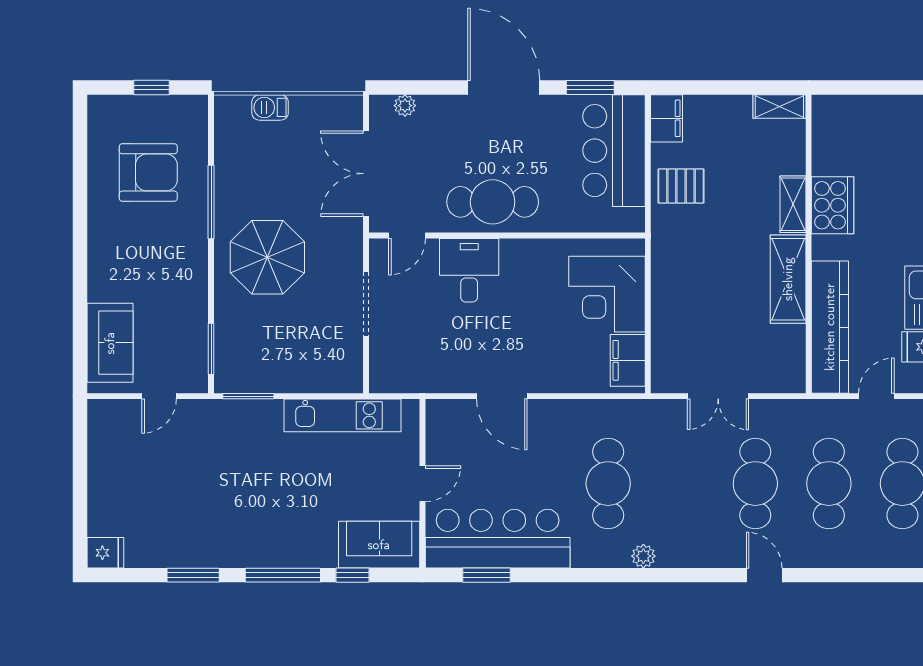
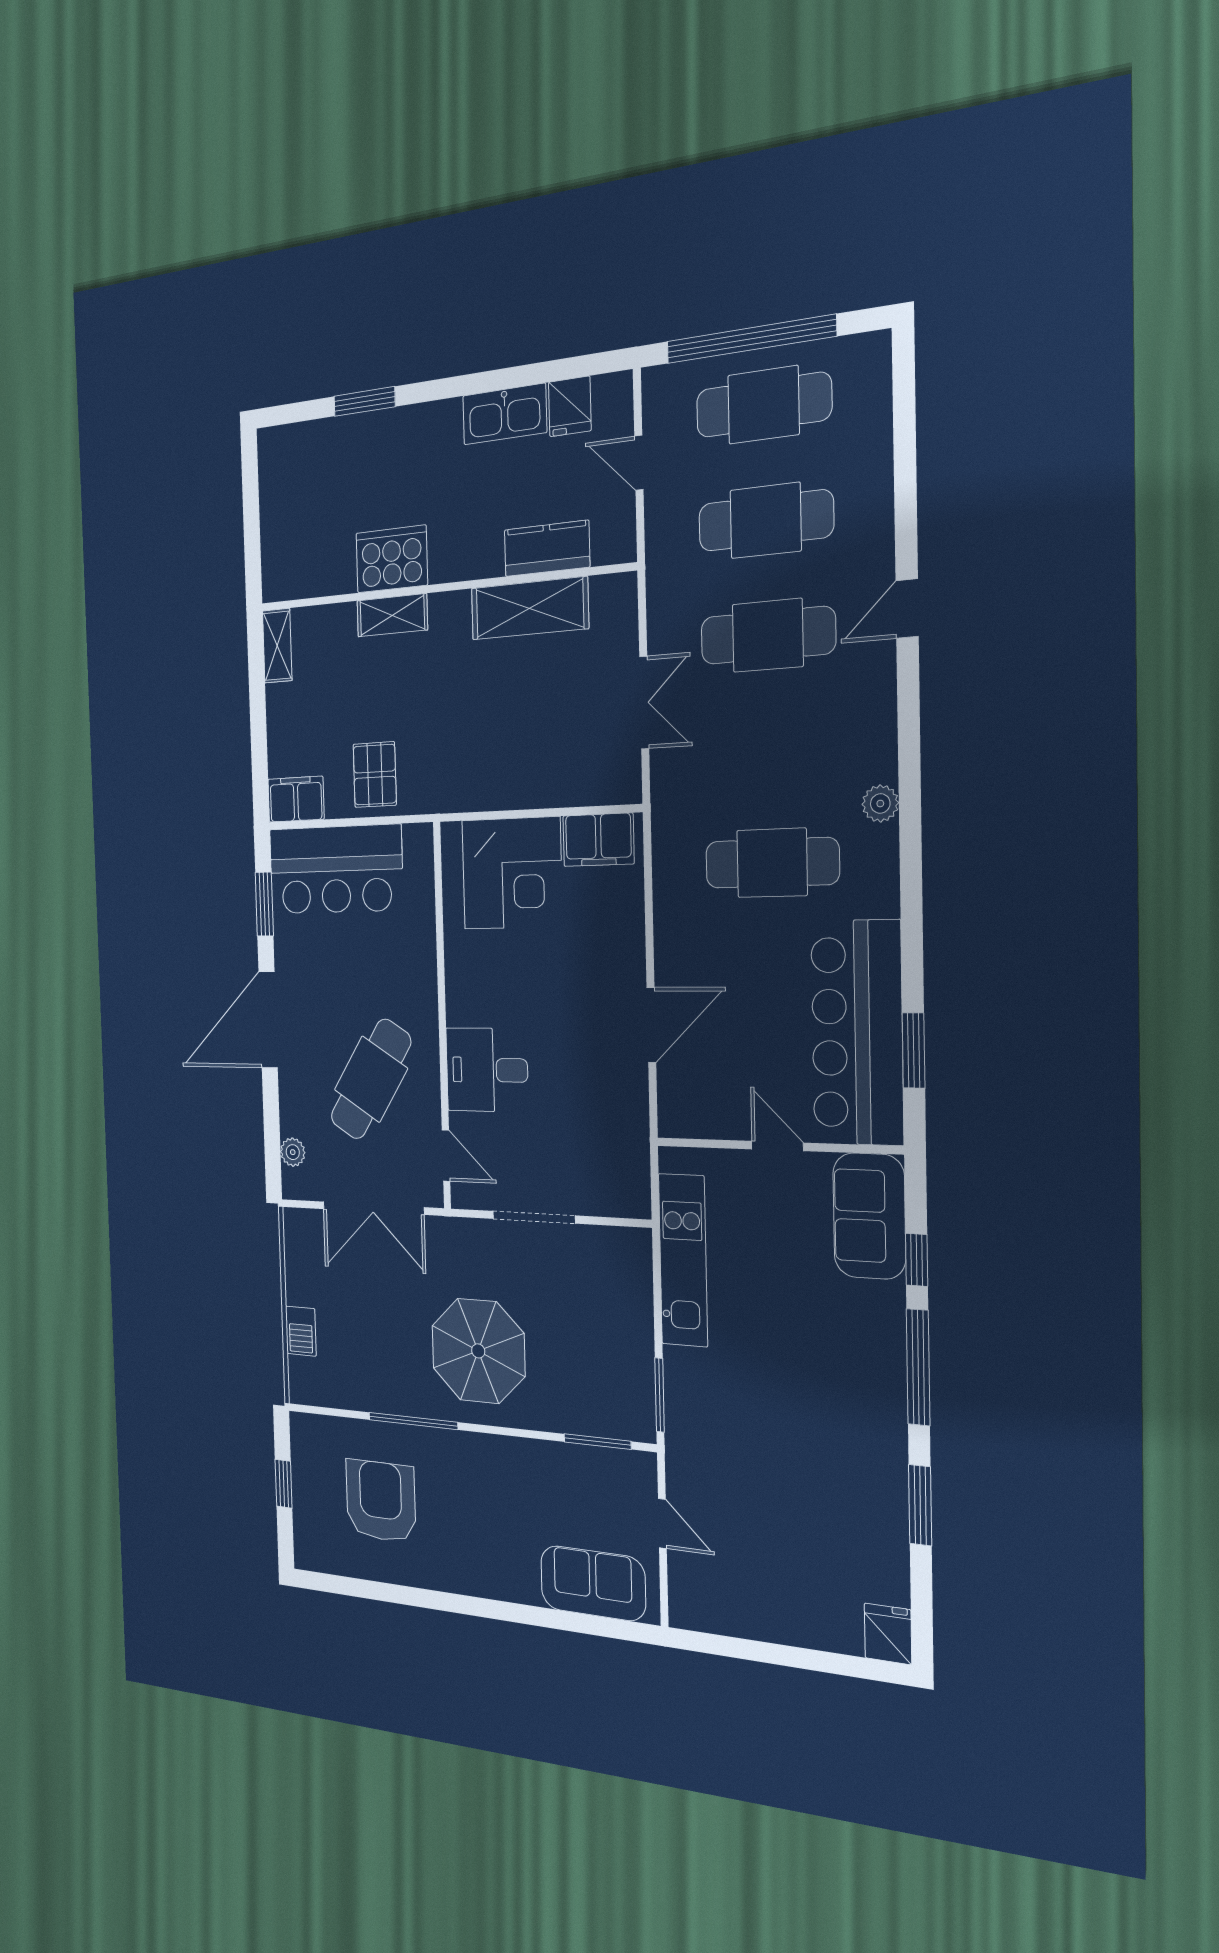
cafe table: (493, 202) -> (371, 1079), moved, turned 32
shelving: (788, 279) -> (529, 608), moved
kitchen counter: (830, 327) -> (547, 548), width x0.48, depth x0.86

